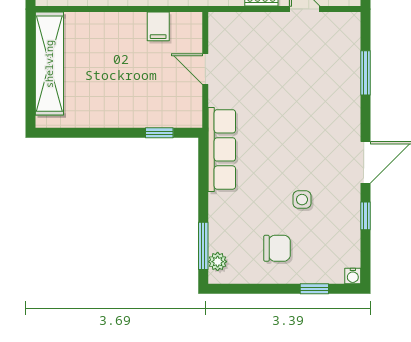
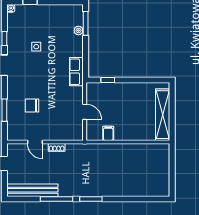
row of seats: (222, 149) -> (76, 72), width x0.68
chair: (277, 248) -> (32, 106), moved
plant: (218, 262) -> (78, 30), moved

